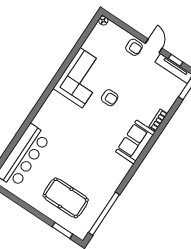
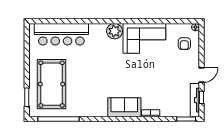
armchair: (134, 47) -> (184, 44), moved
armchair: (110, 98) -> (144, 68), removed
plant: (55, 102) -> (115, 31), added
pool table: (66, 198) -> (52, 84), width x1.36, depth x1.32

